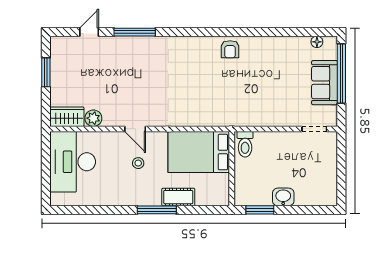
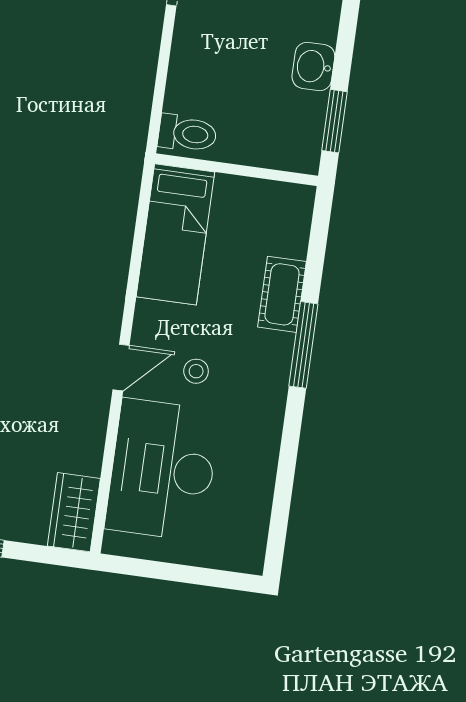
plant: (93, 118) -> (85, 455), removed
bed: (199, 152) -> (175, 234), width x0.67
desk: (73, 162) -> (163, 470), moved, turned 90

